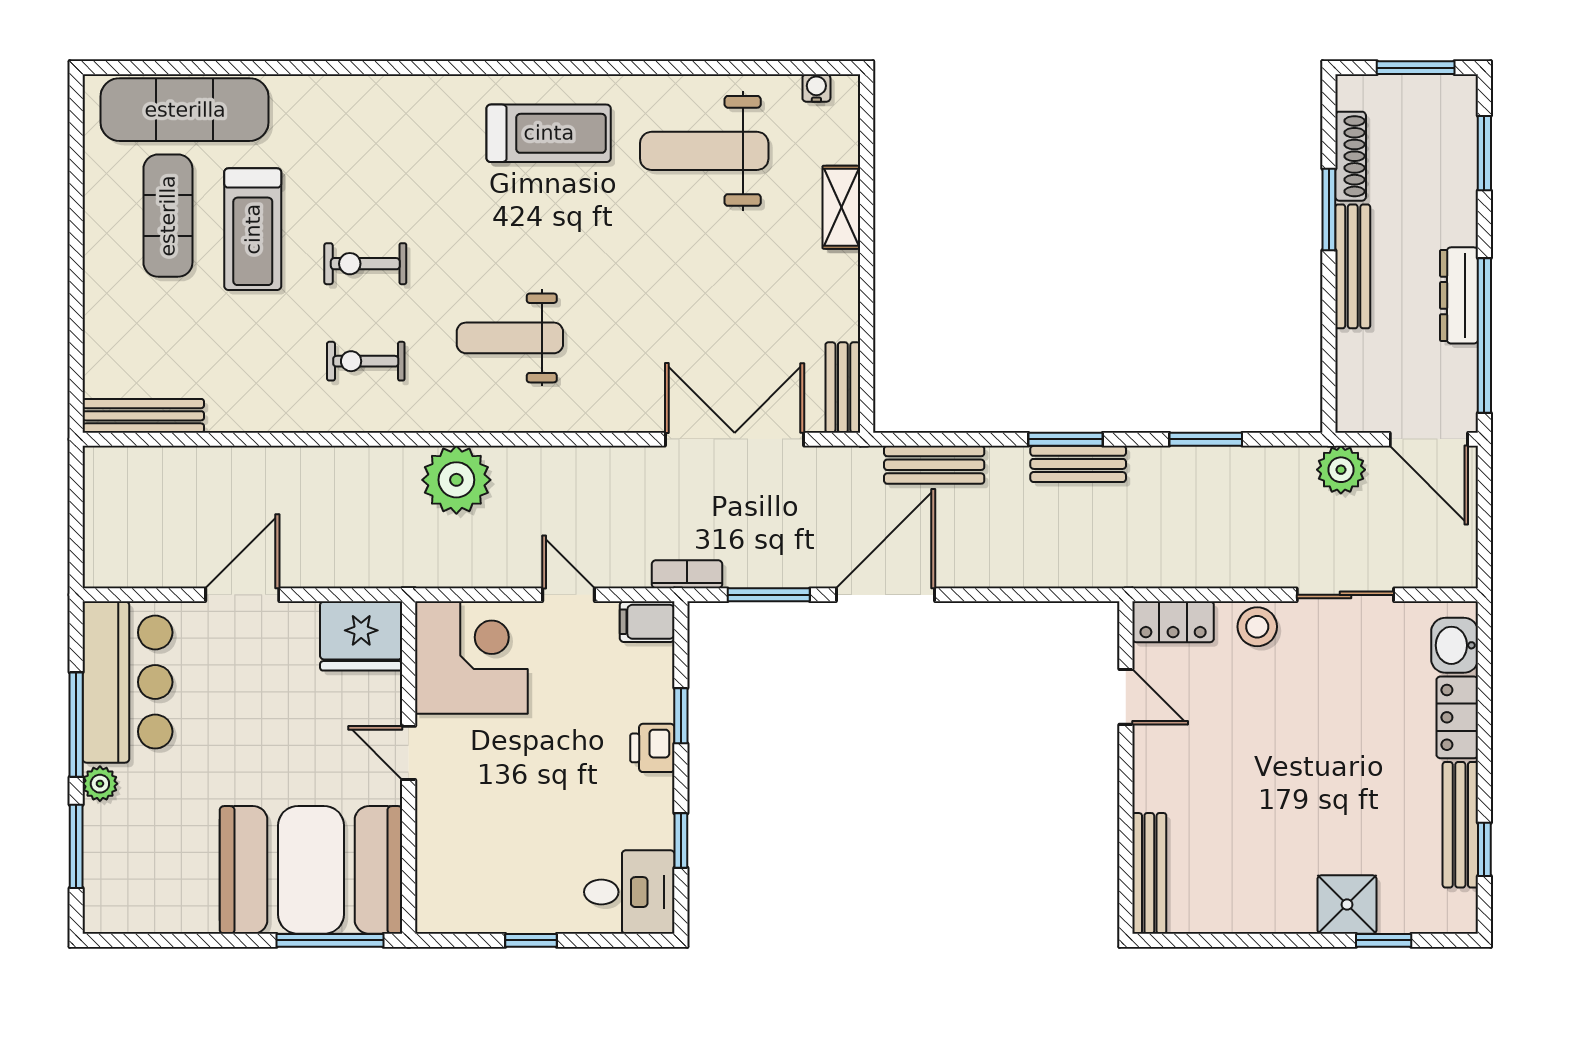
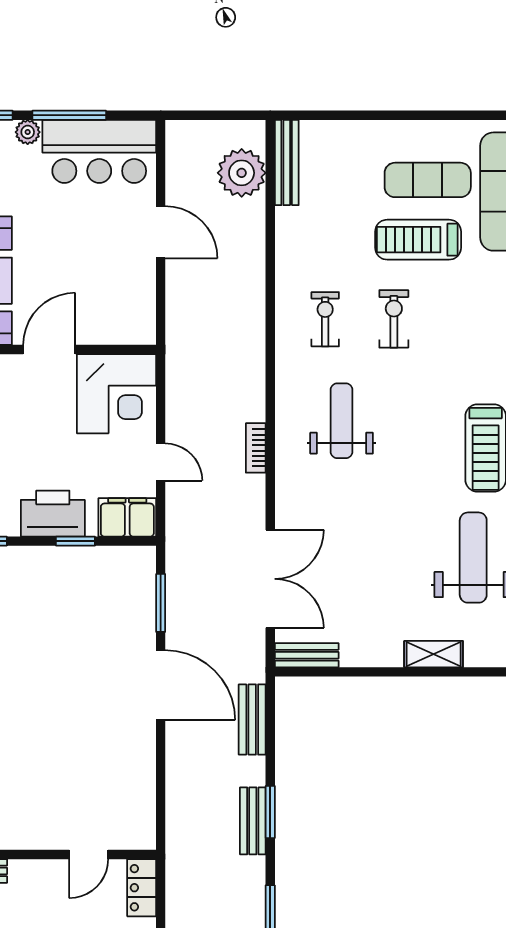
plant: (456, 480) -> (242, 173), moved
bookcase: (687, 574) -> (256, 448), moved, turned 180
door: (569, 595) -> (161, 462), hinge flipped
filing cabinet: (647, 622) -> (127, 517), width x2.00
fridge: (361, 636) -> (132, 316), removed
printer: (652, 748) -> (53, 514), width x1.87, depth x1.48
door: (409, 753) -> (49, 349), width x1.38

